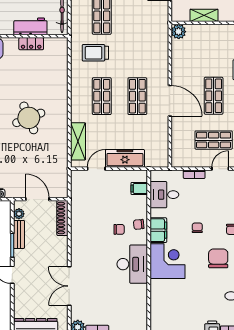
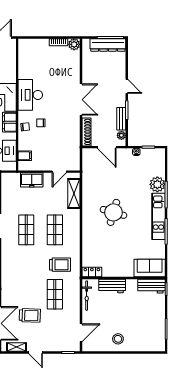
locker: (31, 44) -> (92, 272), moved
round table: (29, 118) -> (113, 212), turned 38
freezer: (125, 158) -> (32, 180), width x0.71
double door: (69, 286) -> (81, 100), moved

